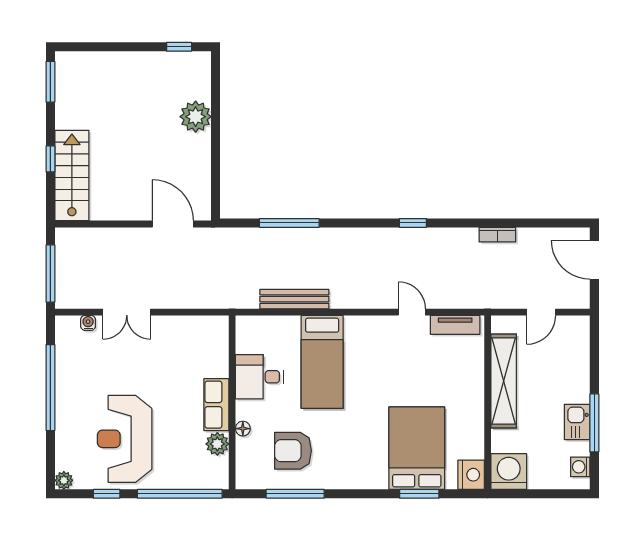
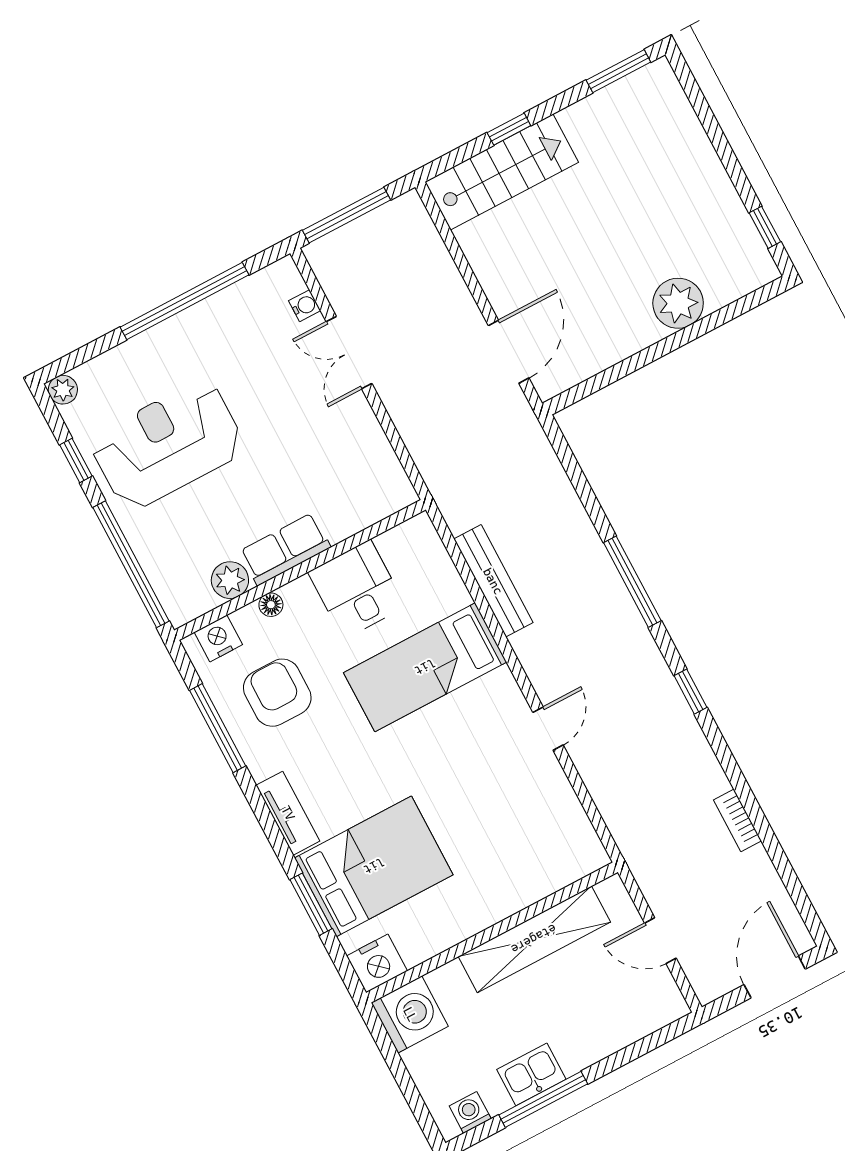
window: (289, 223) -> (632, 582), moved
door: (412, 312) -> (548, 729), moved
tv unit: (455, 325) -> (288, 813), moved, turned 180
nightstand: (246, 467) -> (218, 638), added

